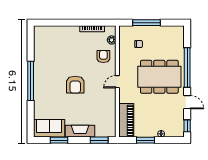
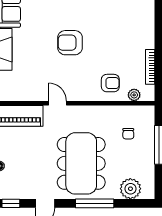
plant: (177, 43) -> (130, 189), added
window: (187, 67) -> (95, 203), width x0.68
door: (117, 82) -> (58, 103), moved

